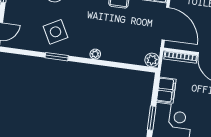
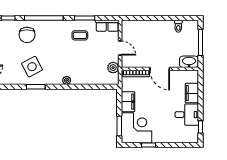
door: (165, 24) -> (120, 48), width x0.53
plant: (152, 60) -> (113, 68), moved

